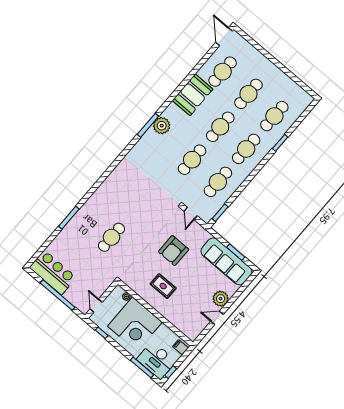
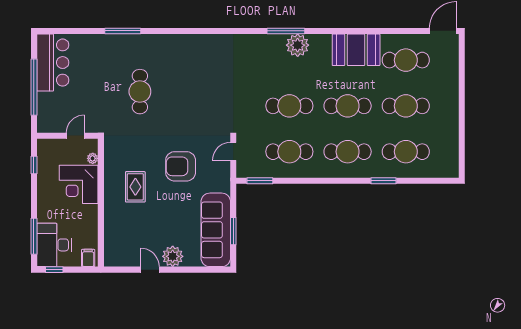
cafe table: (111, 237) -> (140, 92), turned 90
door: (96, 306) -> (75, 136), moved
corner desk: (135, 324) -> (79, 184), width x0.74, depth x0.74

